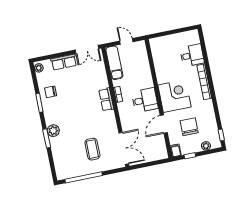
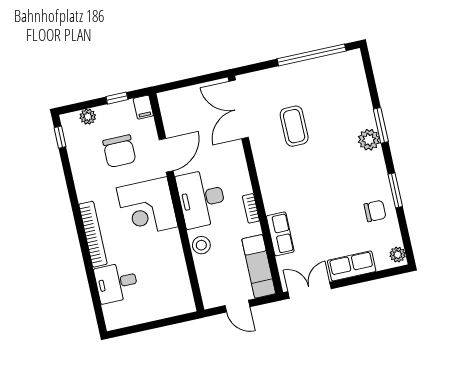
stool: (145, 75) -> (201, 245), added
row of seats: (106, 100) -> (280, 234), moved
desk: (145, 100) -> (202, 199), width x1.37
coffee table: (92, 149) -> (294, 126), moved

